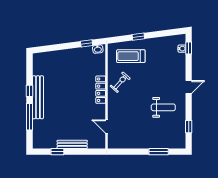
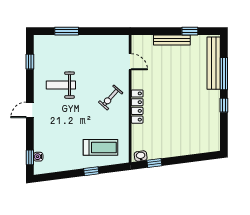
exercise bike: (120, 82) -> (111, 97), moved
bench: (38, 97) -> (214, 63), moved

